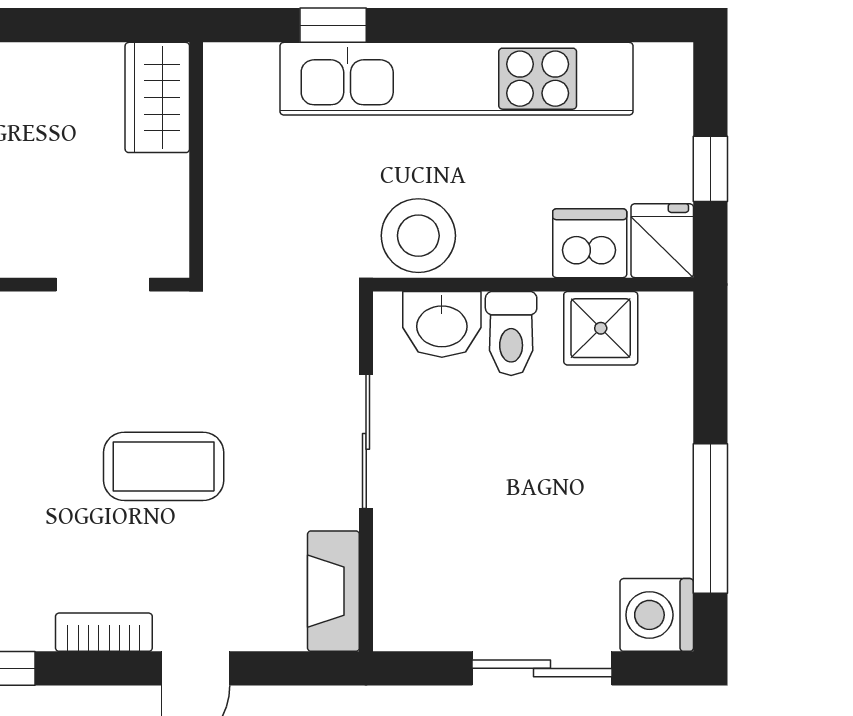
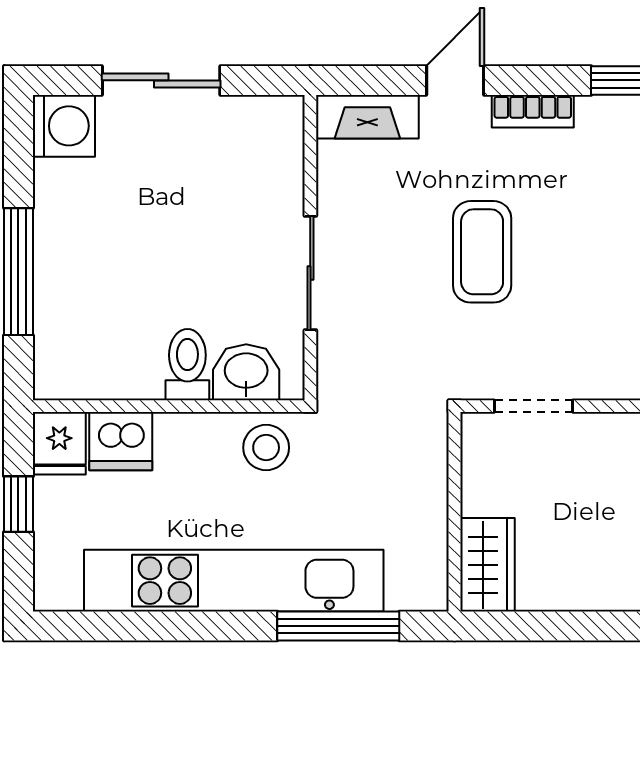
window: (333, 25) -> (338, 626), width x2.17
stool: (418, 236) -> (266, 448), width x0.73, depth x0.73
shower: (601, 328) -> (111, 369), removed
coffee table: (164, 466) -> (482, 252), turned 90
window: (710, 518) -> (18, 272), moved
fireplace: (333, 591) -> (367, 117), moved, turned 90

